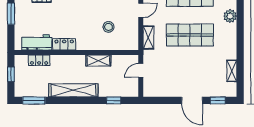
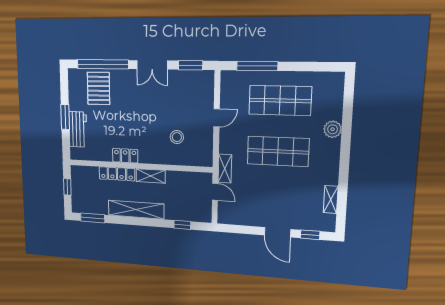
shelving: (148, 38) -> (225, 169), moved
workbench: (37, 42) -> (78, 129), moved, turned 90
locker: (39, 60) -> (117, 174), moved, width x1.53
shelving: (98, 60) -> (151, 176), moved
door: (141, 70) -> (215, 192), swing flipped

